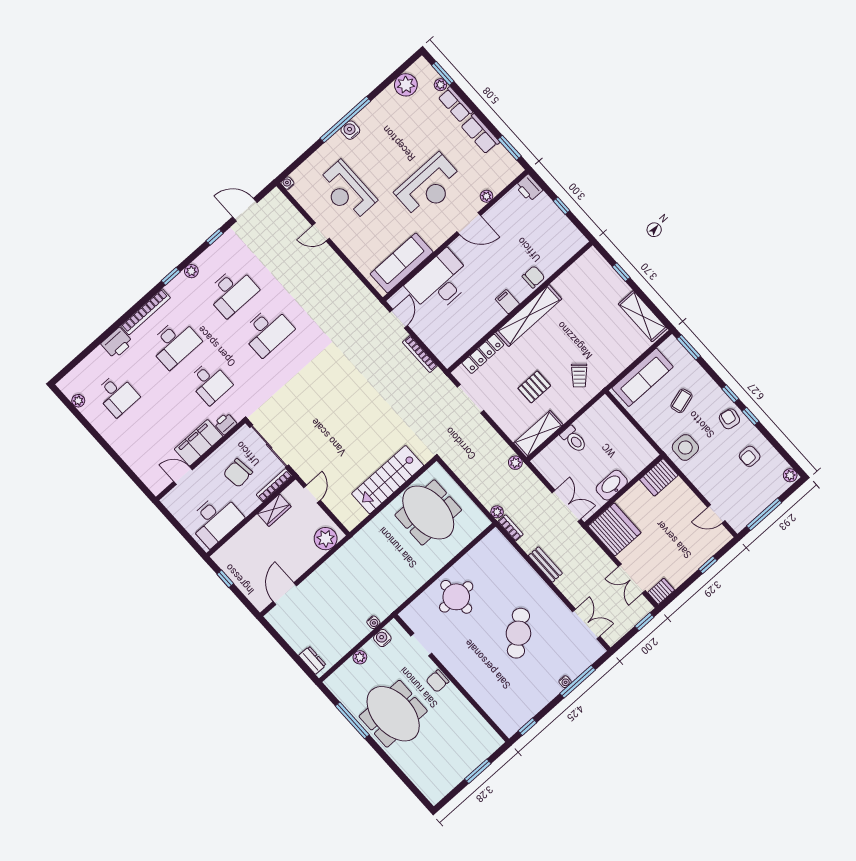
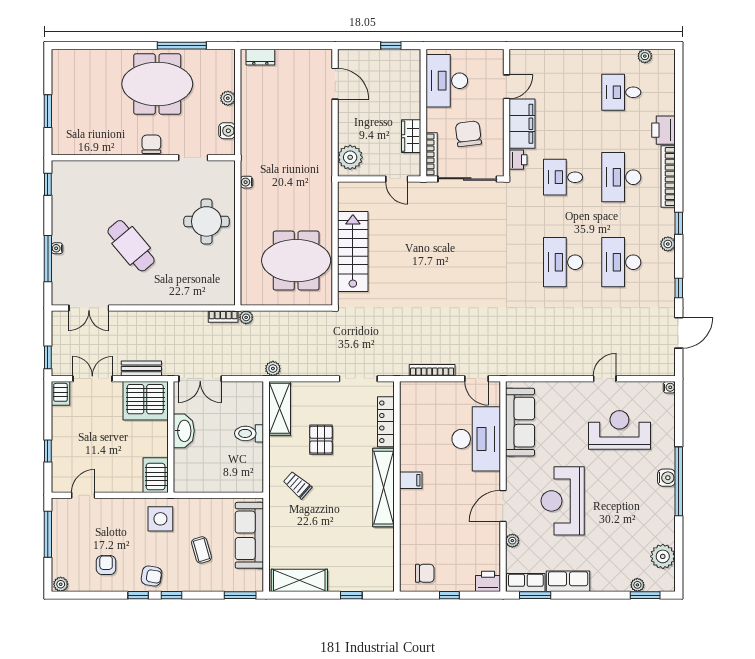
row of seats: (455, 105) -> (526, 582), moved
chair: (533, 277) -> (425, 573), moved, turned -90
bench: (545, 564) -> (141, 368), moved
water cooler: (373, 622) -> (247, 182), moved

